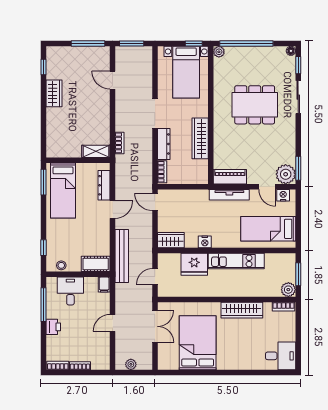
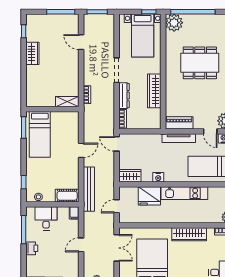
plant: (219, 52) -> (174, 23), width x1.88, depth x1.88
dresser: (104, 185) -> (74, 130), removed

